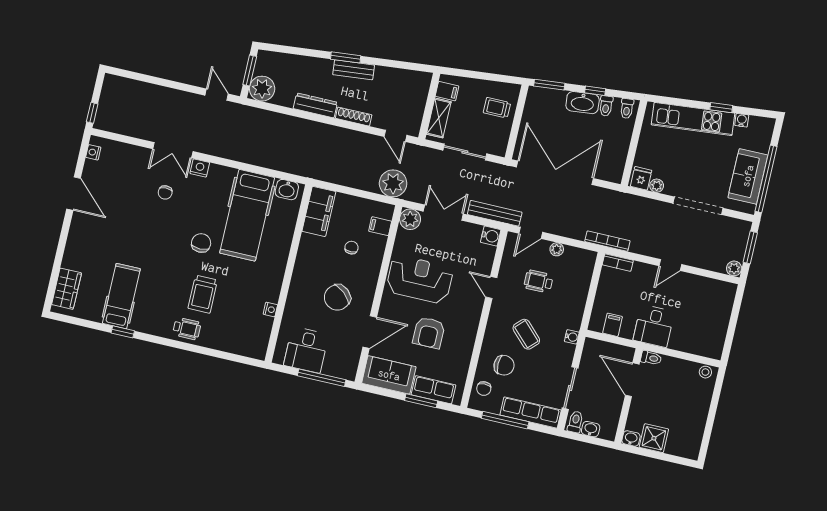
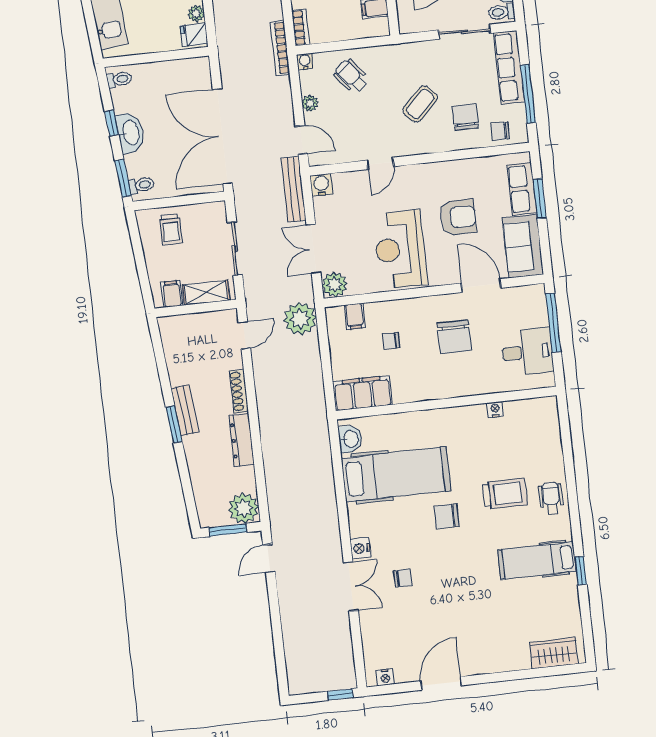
toilet: (606, 106) -> (141, 185), moved
wheelchair: (538, 281) -> (351, 76), moved, turned 141
hospital bed: (121, 296) -> (537, 561), moved
chair: (337, 297) -> (454, 337), turned 49
water cooler: (572, 337) -> (305, 61), moved
chair: (484, 389) -> (500, 131), turned 180

